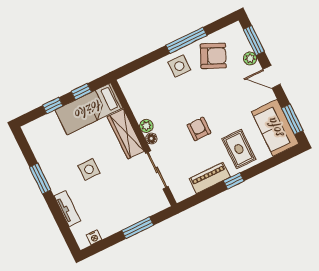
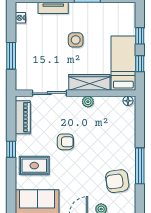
armchair: (213, 56) -> (117, 181), turned 58
side table: (179, 66) -> (122, 150), removed
floor lamp: (151, 138) -> (128, 101), moved
piano: (210, 178) -> (23, 117), moved

